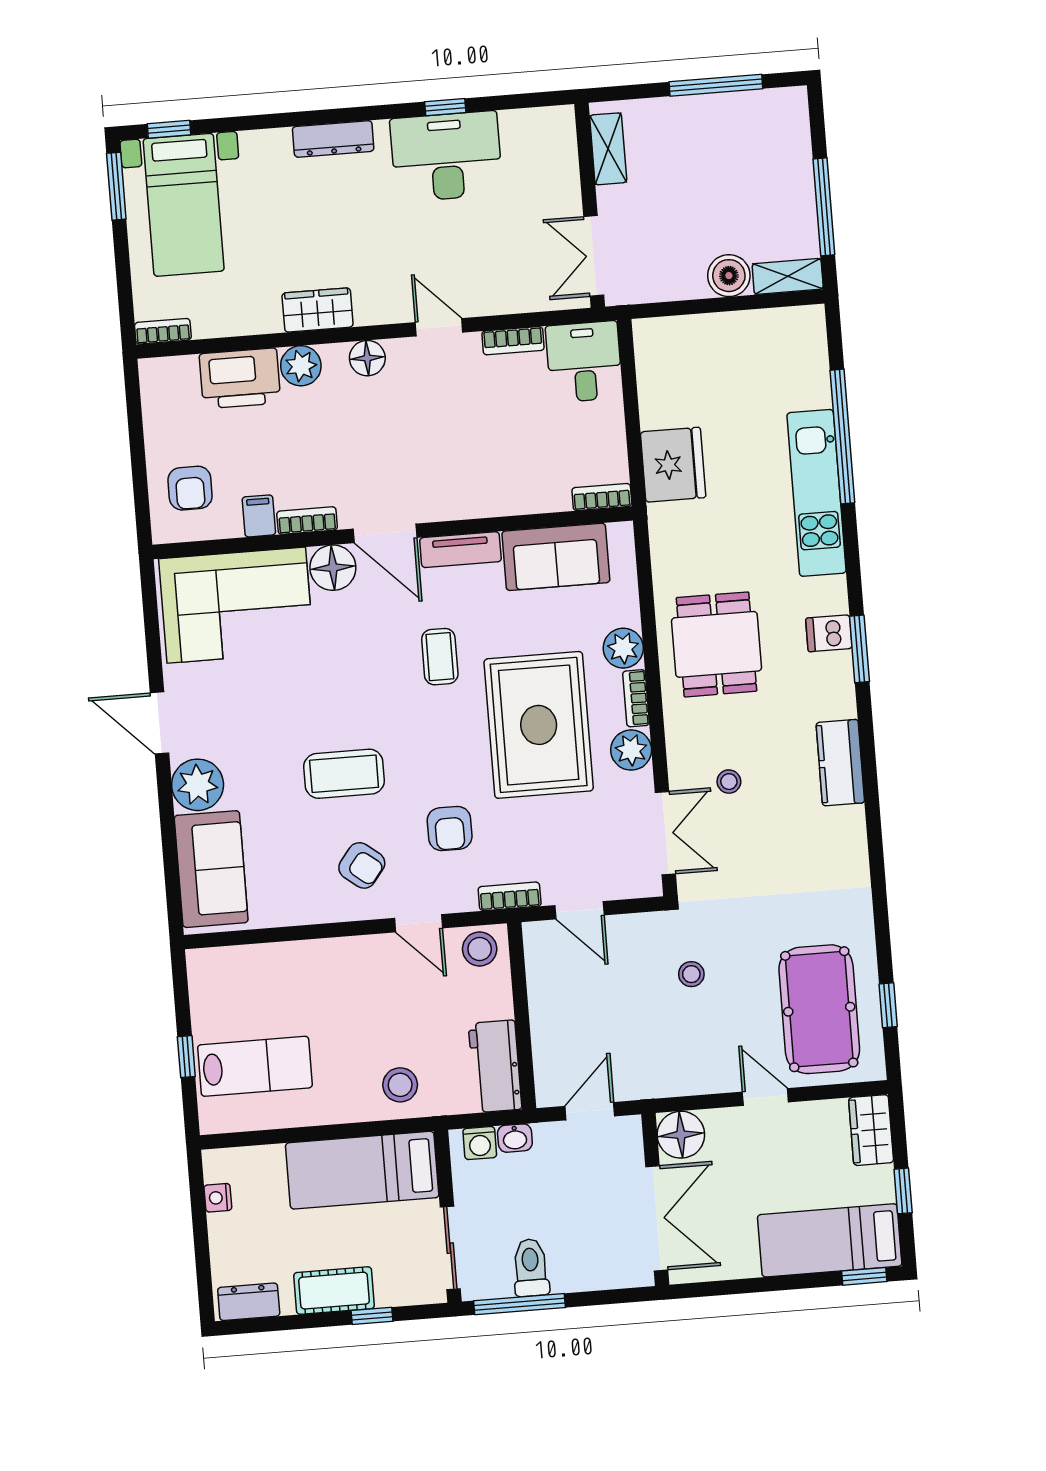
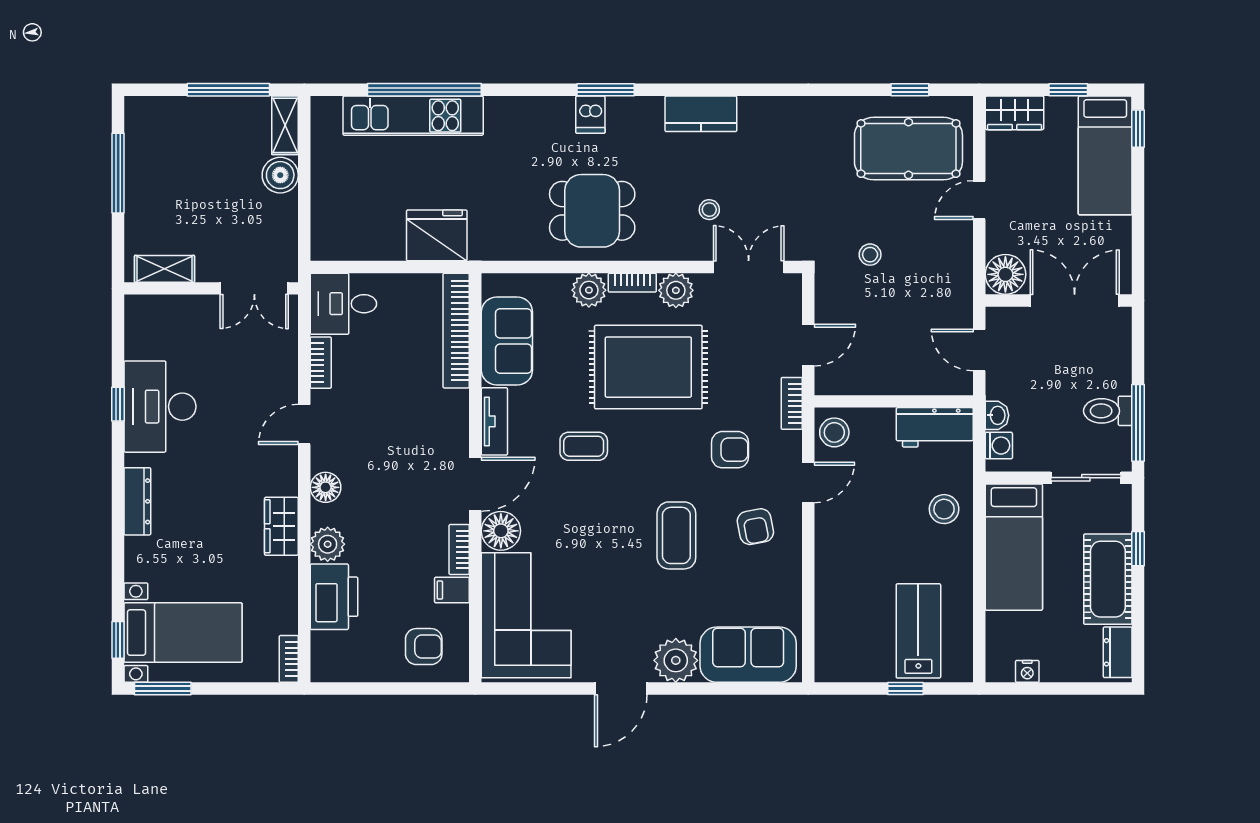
kitchen unit: (816, 493) -> (413, 116), moved
bookcase: (602, 497) -> (456, 331), width x2.31, depth x1.31
armchair: (362, 865) -> (755, 527), turned 131
cot: (334, 1291) -> (1108, 579), width x1.37, depth x1.34

